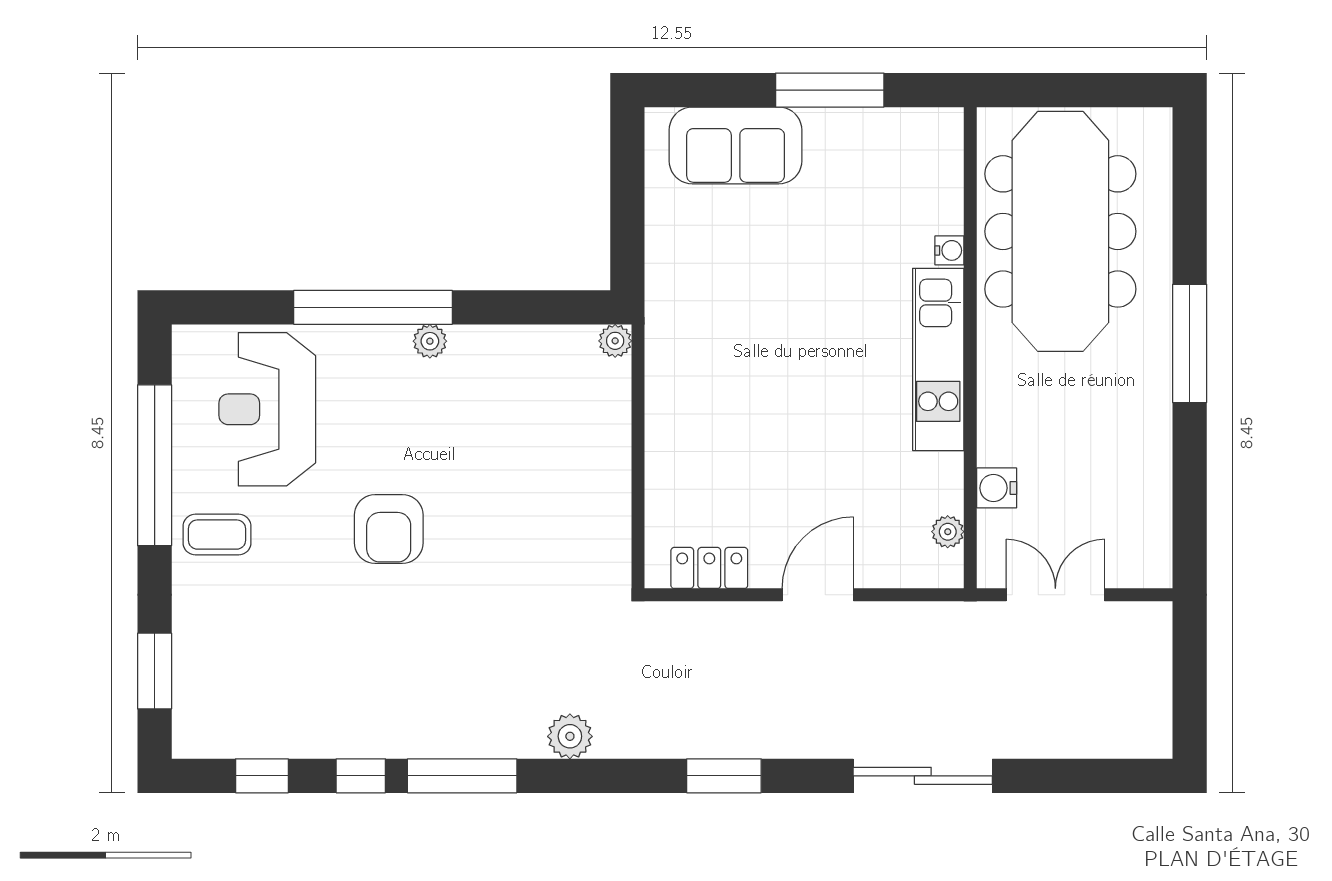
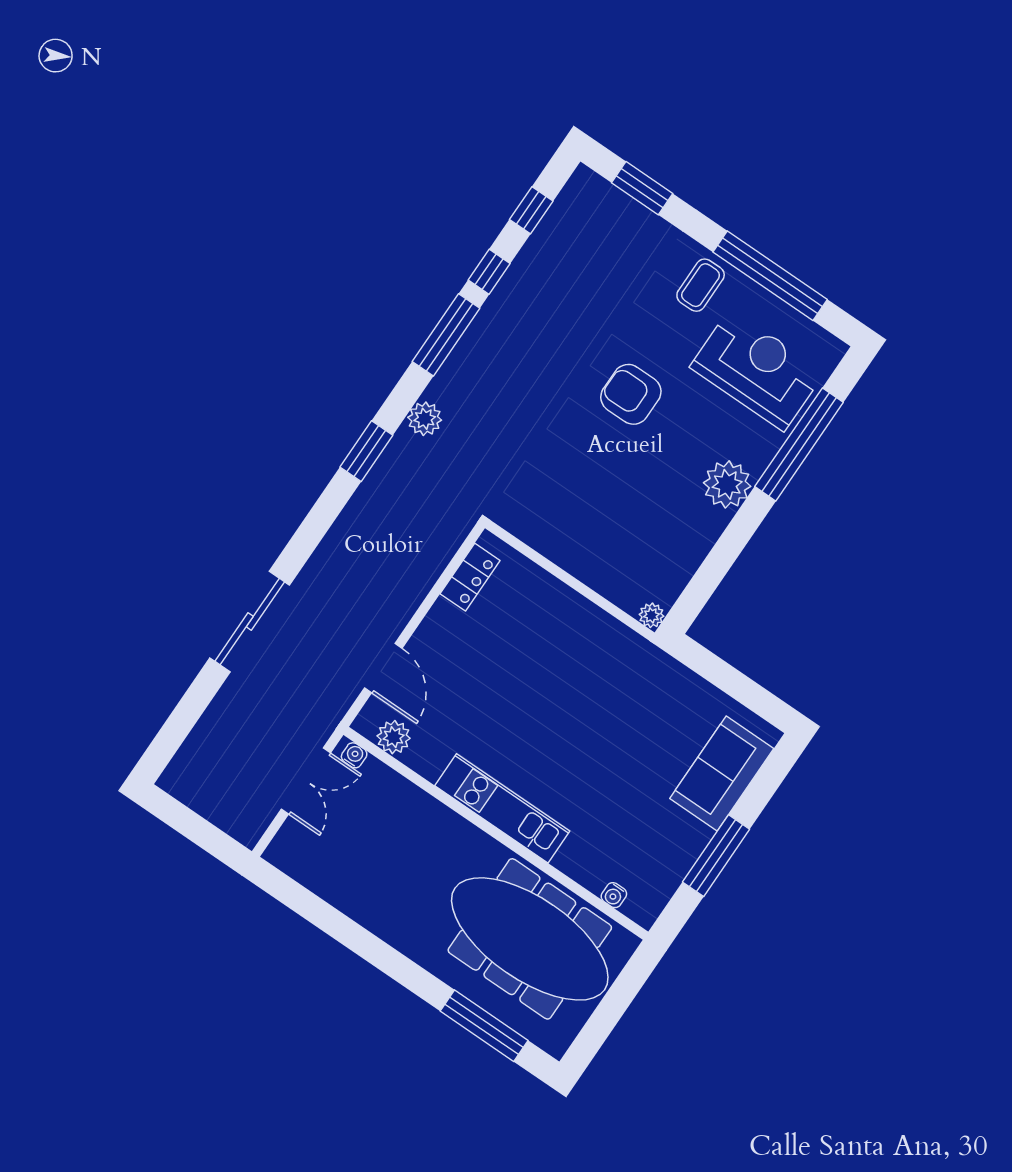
water cooler: (949, 250) -> (614, 895), moved
window: (373, 307) -> (799, 444), moved
plant: (430, 341) -> (727, 484), width x1.88, depth x1.88
window: (1190, 343) -> (484, 1026), moved
water cooler: (997, 488) -> (354, 755), moved, width x0.72, depth x0.72
plant: (948, 532) -> (394, 737), width x1.38, depth x1.38
door: (818, 595) -> (383, 668), moved
window: (724, 776) -> (366, 451), moved

